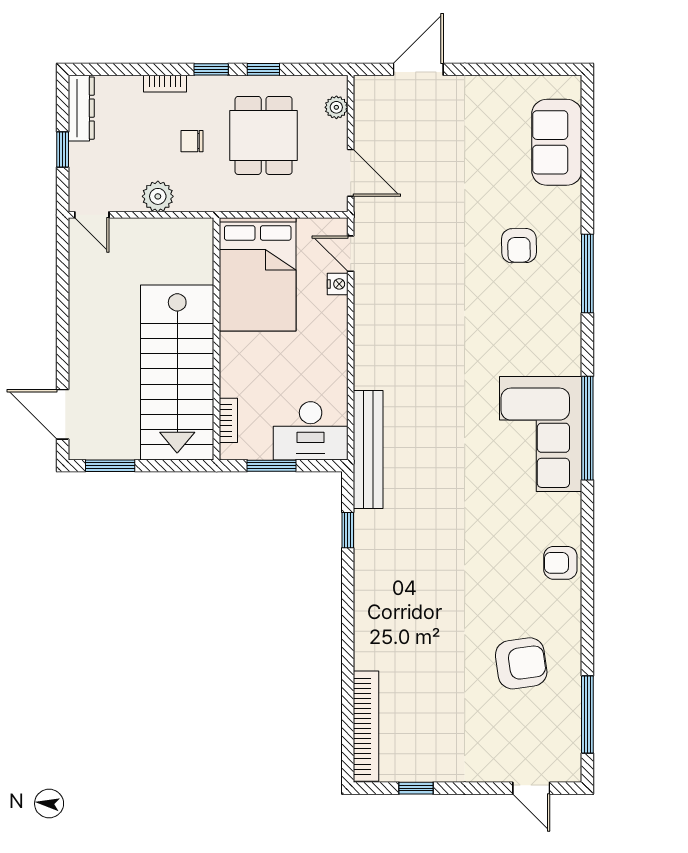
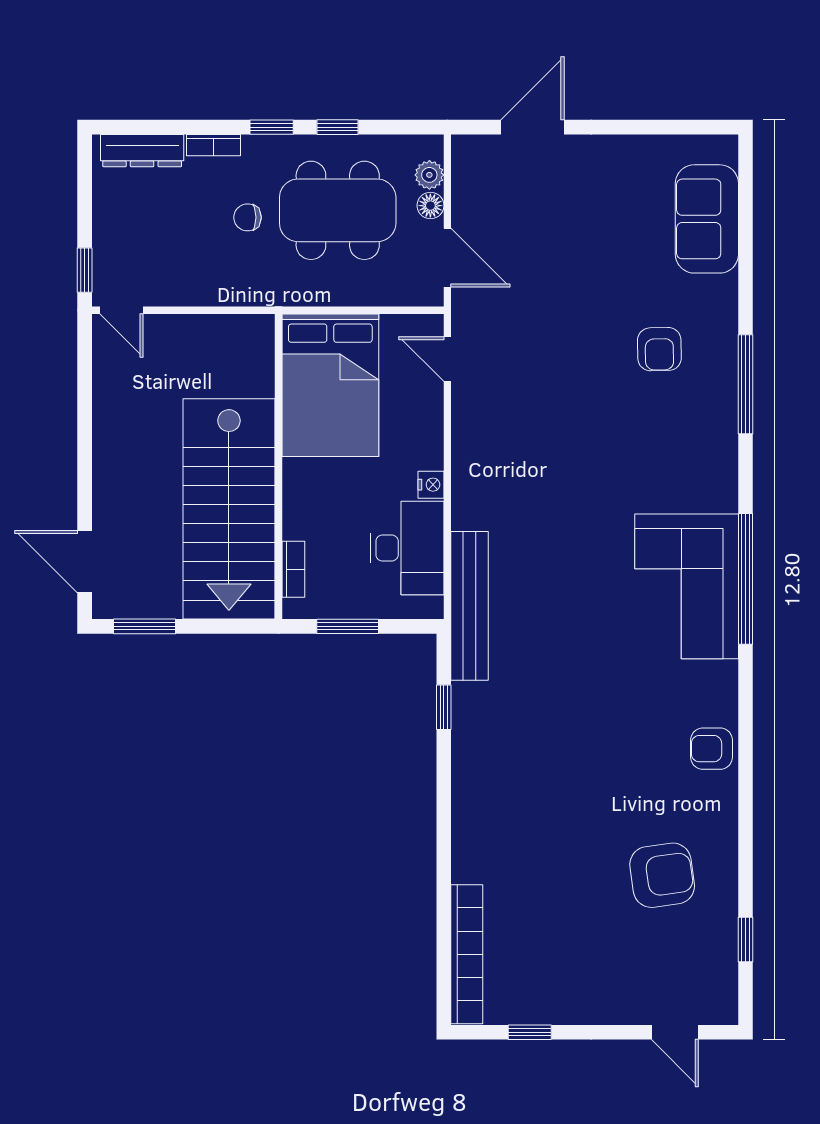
dresser: (81, 108) -> (142, 151), moved, turned 90
floor lamp: (337, 132) -> (430, 206), added
dining table: (264, 135) -> (338, 210), width x1.38
window: (63, 149) -> (85, 270), moved
plant: (158, 196) -> (204, 287), removed
nightstand: (338, 284) -> (431, 485), moved
desk: (311, 431) -> (407, 548), moved, turned -90
window: (587, 714) -> (745, 940), width x0.46

